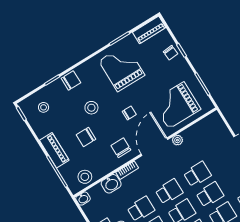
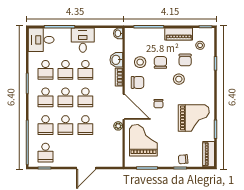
chair: (71, 81) -> (185, 60), moved
piano: (54, 150) -> (179, 34), moved
stool: (85, 177) -> (140, 62), moved

